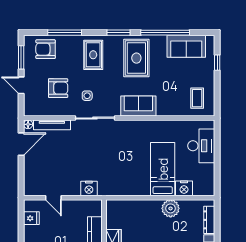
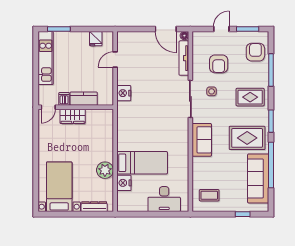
sofa: (186, 46) -> (258, 178), width x1.36

